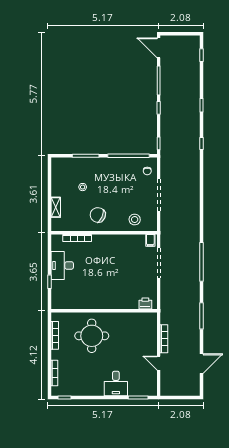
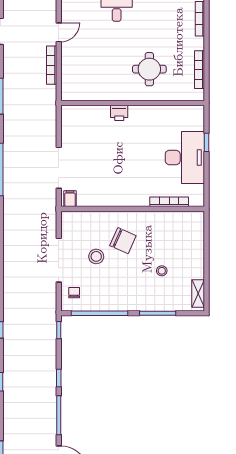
shelving: (56, 207) -> (198, 293), moved
chair: (98, 215) -> (123, 241), moved
stool: (135, 220) -> (96, 256), moved
desk: (62, 265) -> (185, 157), width x1.36, depth x1.30
printer: (145, 304) -> (119, 113), moved
round table: (92, 336) -> (149, 69), width x0.73, depth x0.73
door: (159, 363) -> (59, 32), hinge flipped

